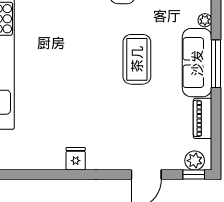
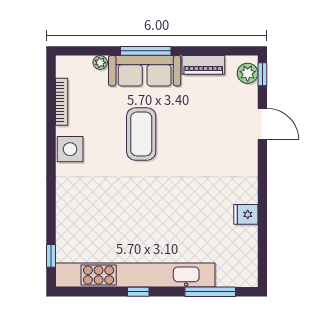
coffee table: (137, 59) -> (141, 134), turned 90
fridge: (76, 159) -> (246, 214), moved

